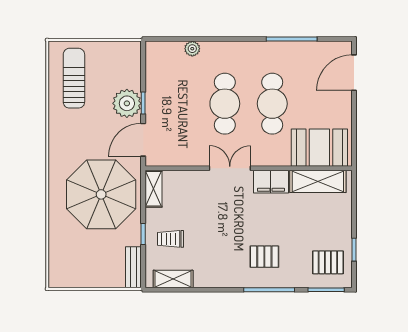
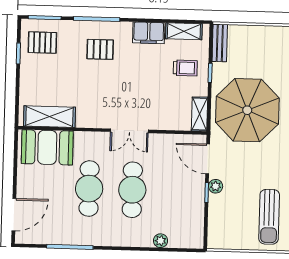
plant: (127, 103) -> (216, 186), width x0.53, depth x0.53
door: (143, 140) -> (208, 159), swing flipped
filing cabinet: (271, 182) -> (149, 33), moved, turned 180

